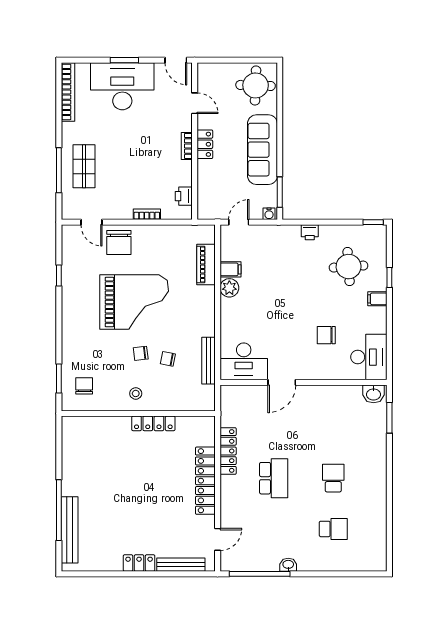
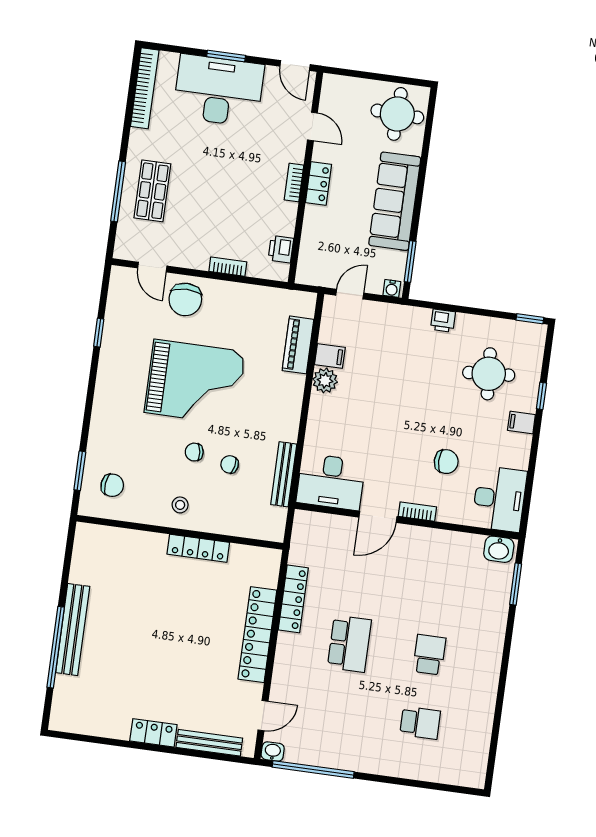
chair: (326, 335) -> (446, 462), turned 180
bookcase: (310, 375) -> (417, 512), added
chair: (84, 386) -> (112, 485), turned 96
bench: (70, 530) -> (73, 630), moved
washbasin: (288, 565) -> (273, 752), moved

